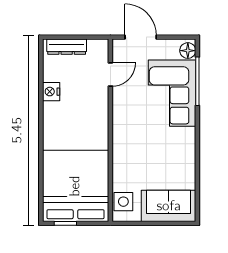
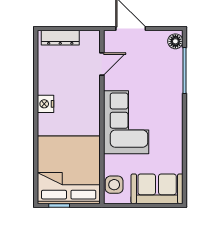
nightstand: (51, 92) -> (45, 104), moved
corner sofa: (172, 93) -> (126, 122), moved, turned 180

